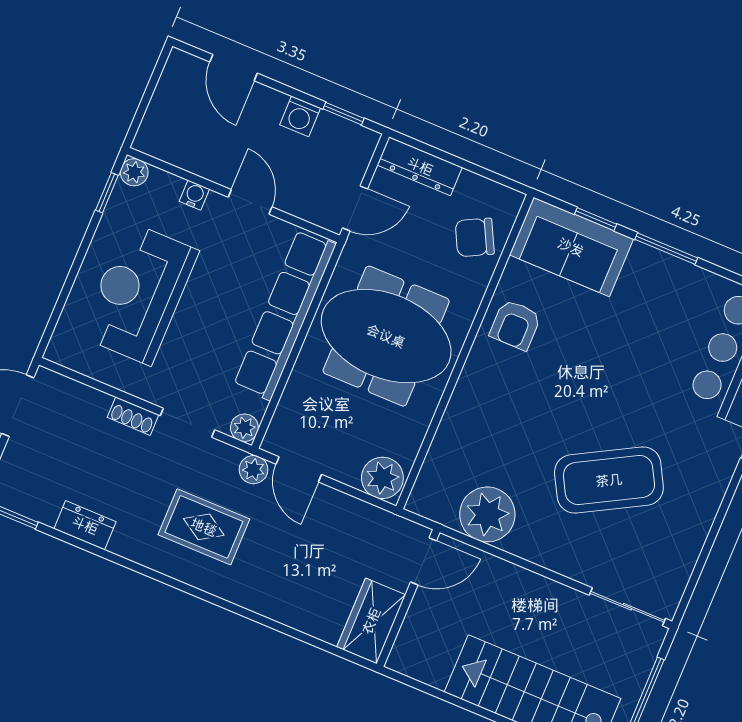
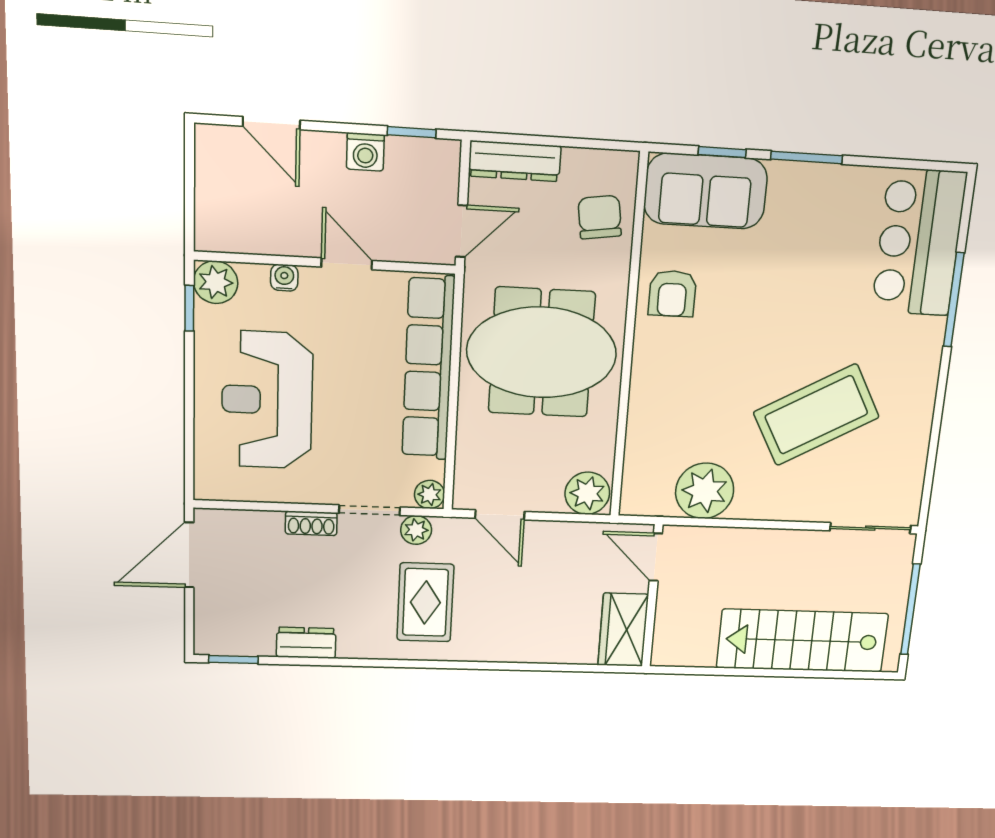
plant: (134, 172) -> (216, 282), width x1.38, depth x1.38
chair: (475, 237) -> (600, 217), turned 109
plant: (253, 470) -> (416, 530), moved
rug: (204, 527) -> (425, 602), turned 90
door: (424, 561) -> (656, 557), swing flipped

